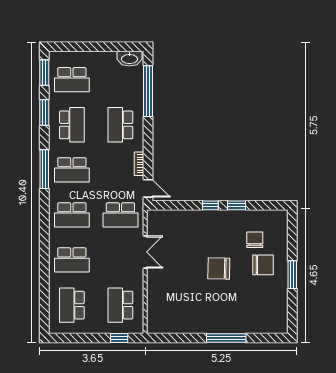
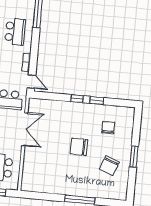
school desk: (120, 125) -> (15, 32), turned 180
double door: (145, 252) -> (25, 129), width x1.37
chair: (263, 265) -> (109, 166), moved, turned 111

